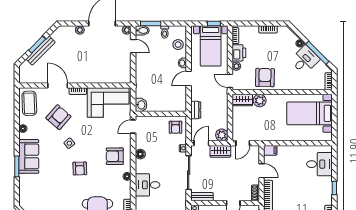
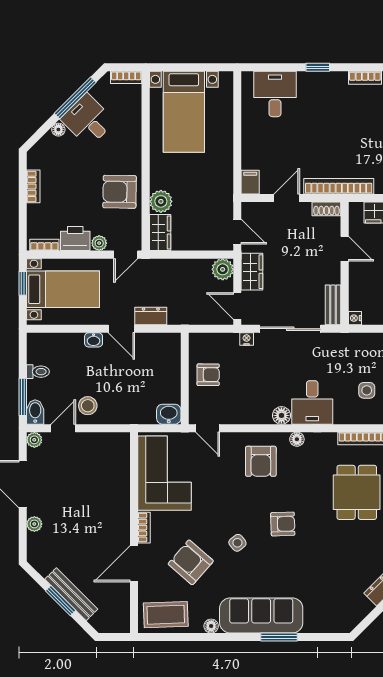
stool: (178, 45) -> (88, 406), moved
dresser: (196, 110) -> (151, 316), moved
armchair: (175, 127) -> (208, 375), moved
floor lamp: (140, 154) -> (281, 415), moved
sofa: (29, 156) -> (261, 615), width x1.36

